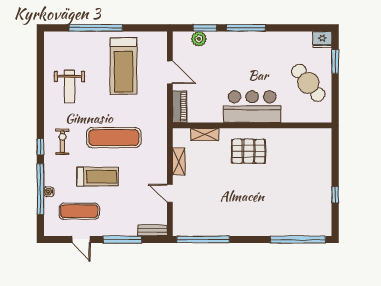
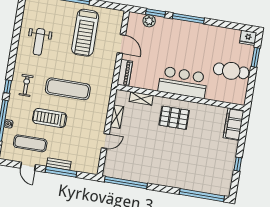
cafe table: (308, 83) -> (231, 71), turned -51
filing cabinet: (322, 147) -> (234, 124), added
treadmill: (98, 177) -> (50, 118), turned 180
door: (170, 193) -> (105, 141), swing flipped
bench: (152, 230) -> (59, 164), moved

